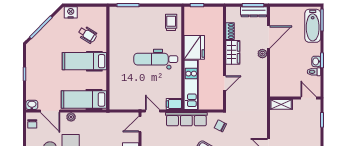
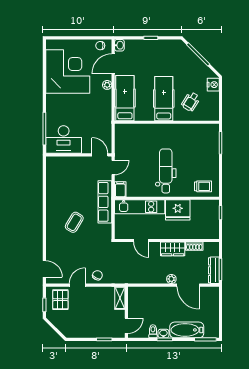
bathtub: (313, 26) -> (187, 330), moved
chair: (220, 126) -> (97, 275), moved

